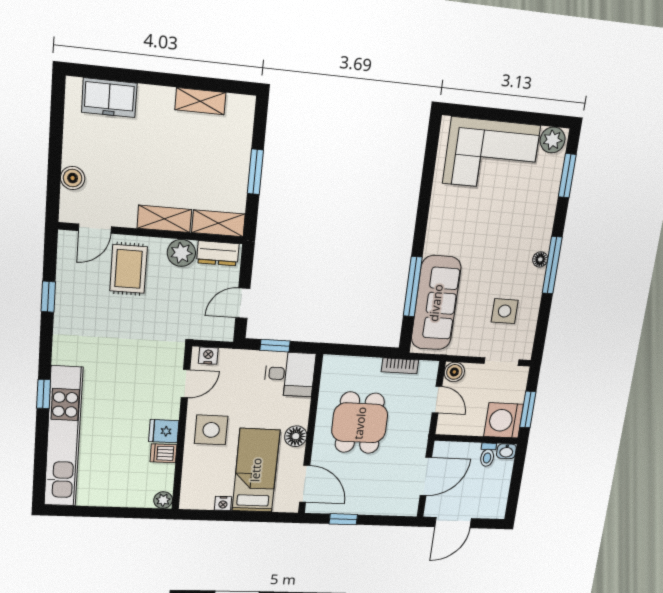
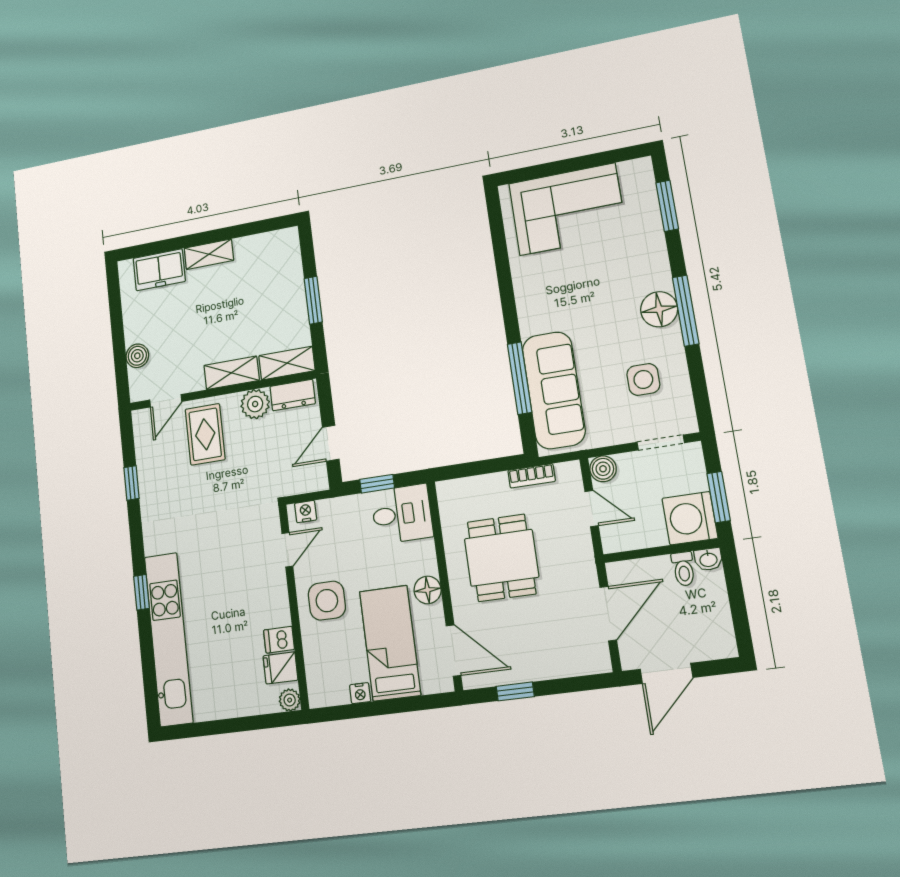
shelving: (200, 101) -> (209, 254), moved
plant: (553, 140) -> (635, 173), removed
floor lamp: (540, 259) -> (659, 309), width x1.89, depth x1.89
fridge: (164, 431) -> (280, 668), moved

